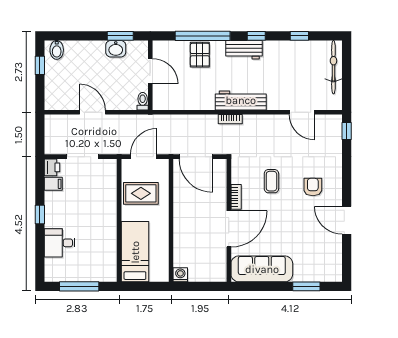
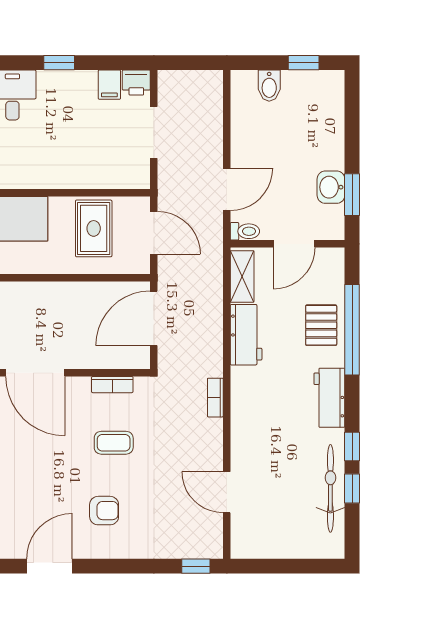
window: (256, 36) -> (352, 447), moved
bidet: (57, 50) -> (269, 86), moved, turned -90
pallet: (200, 55) -> (321, 325), turned 90
bicycle: (333, 67) -> (330, 488), moved, turned -90
workbench: (241, 100) -> (246, 335), moved, width x0.73
shelving: (170, 103) -> (242, 276), added
door: (92, 112) -> (227, 189), moved
door: (302, 112) -> (227, 492), hinge flipped
bookcase: (230, 119) -> (215, 398), moved
bookcase: (236, 197) -> (112, 385), moved

